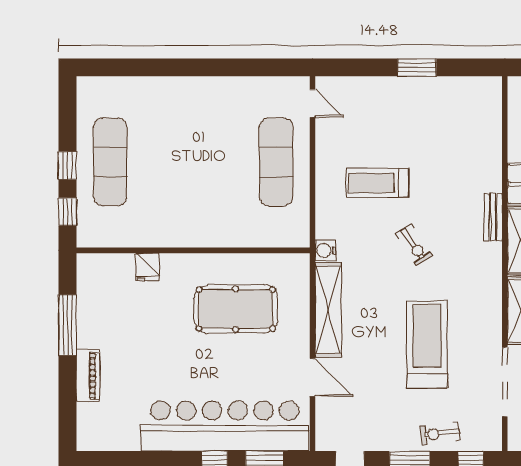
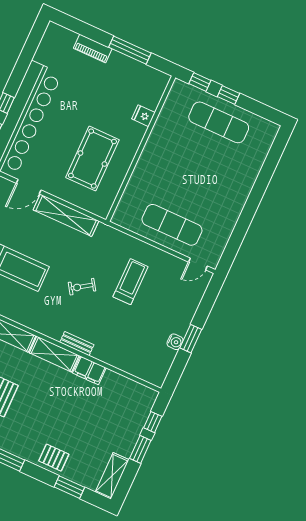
water cooler: (325, 250) -> (175, 342), moved, turned 90

